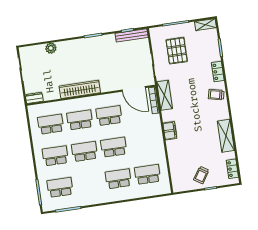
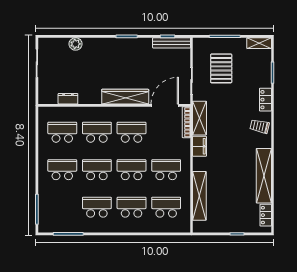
wardrobe: (80, 89) -> (125, 97), moved
door: (134, 89) -> (165, 105), swing flipped
dresser: (34, 98) -> (68, 99), moved
filing cabinet: (170, 131) -> (200, 146), moved
shelving: (226, 136) -> (264, 176), width x1.47
school desk: (143, 143) -> (166, 170), added
shelving: (174, 161) -> (199, 196), added
trolley: (201, 175) -> (229, 217), removed
school desk: (60, 187) -> (97, 207), moved

